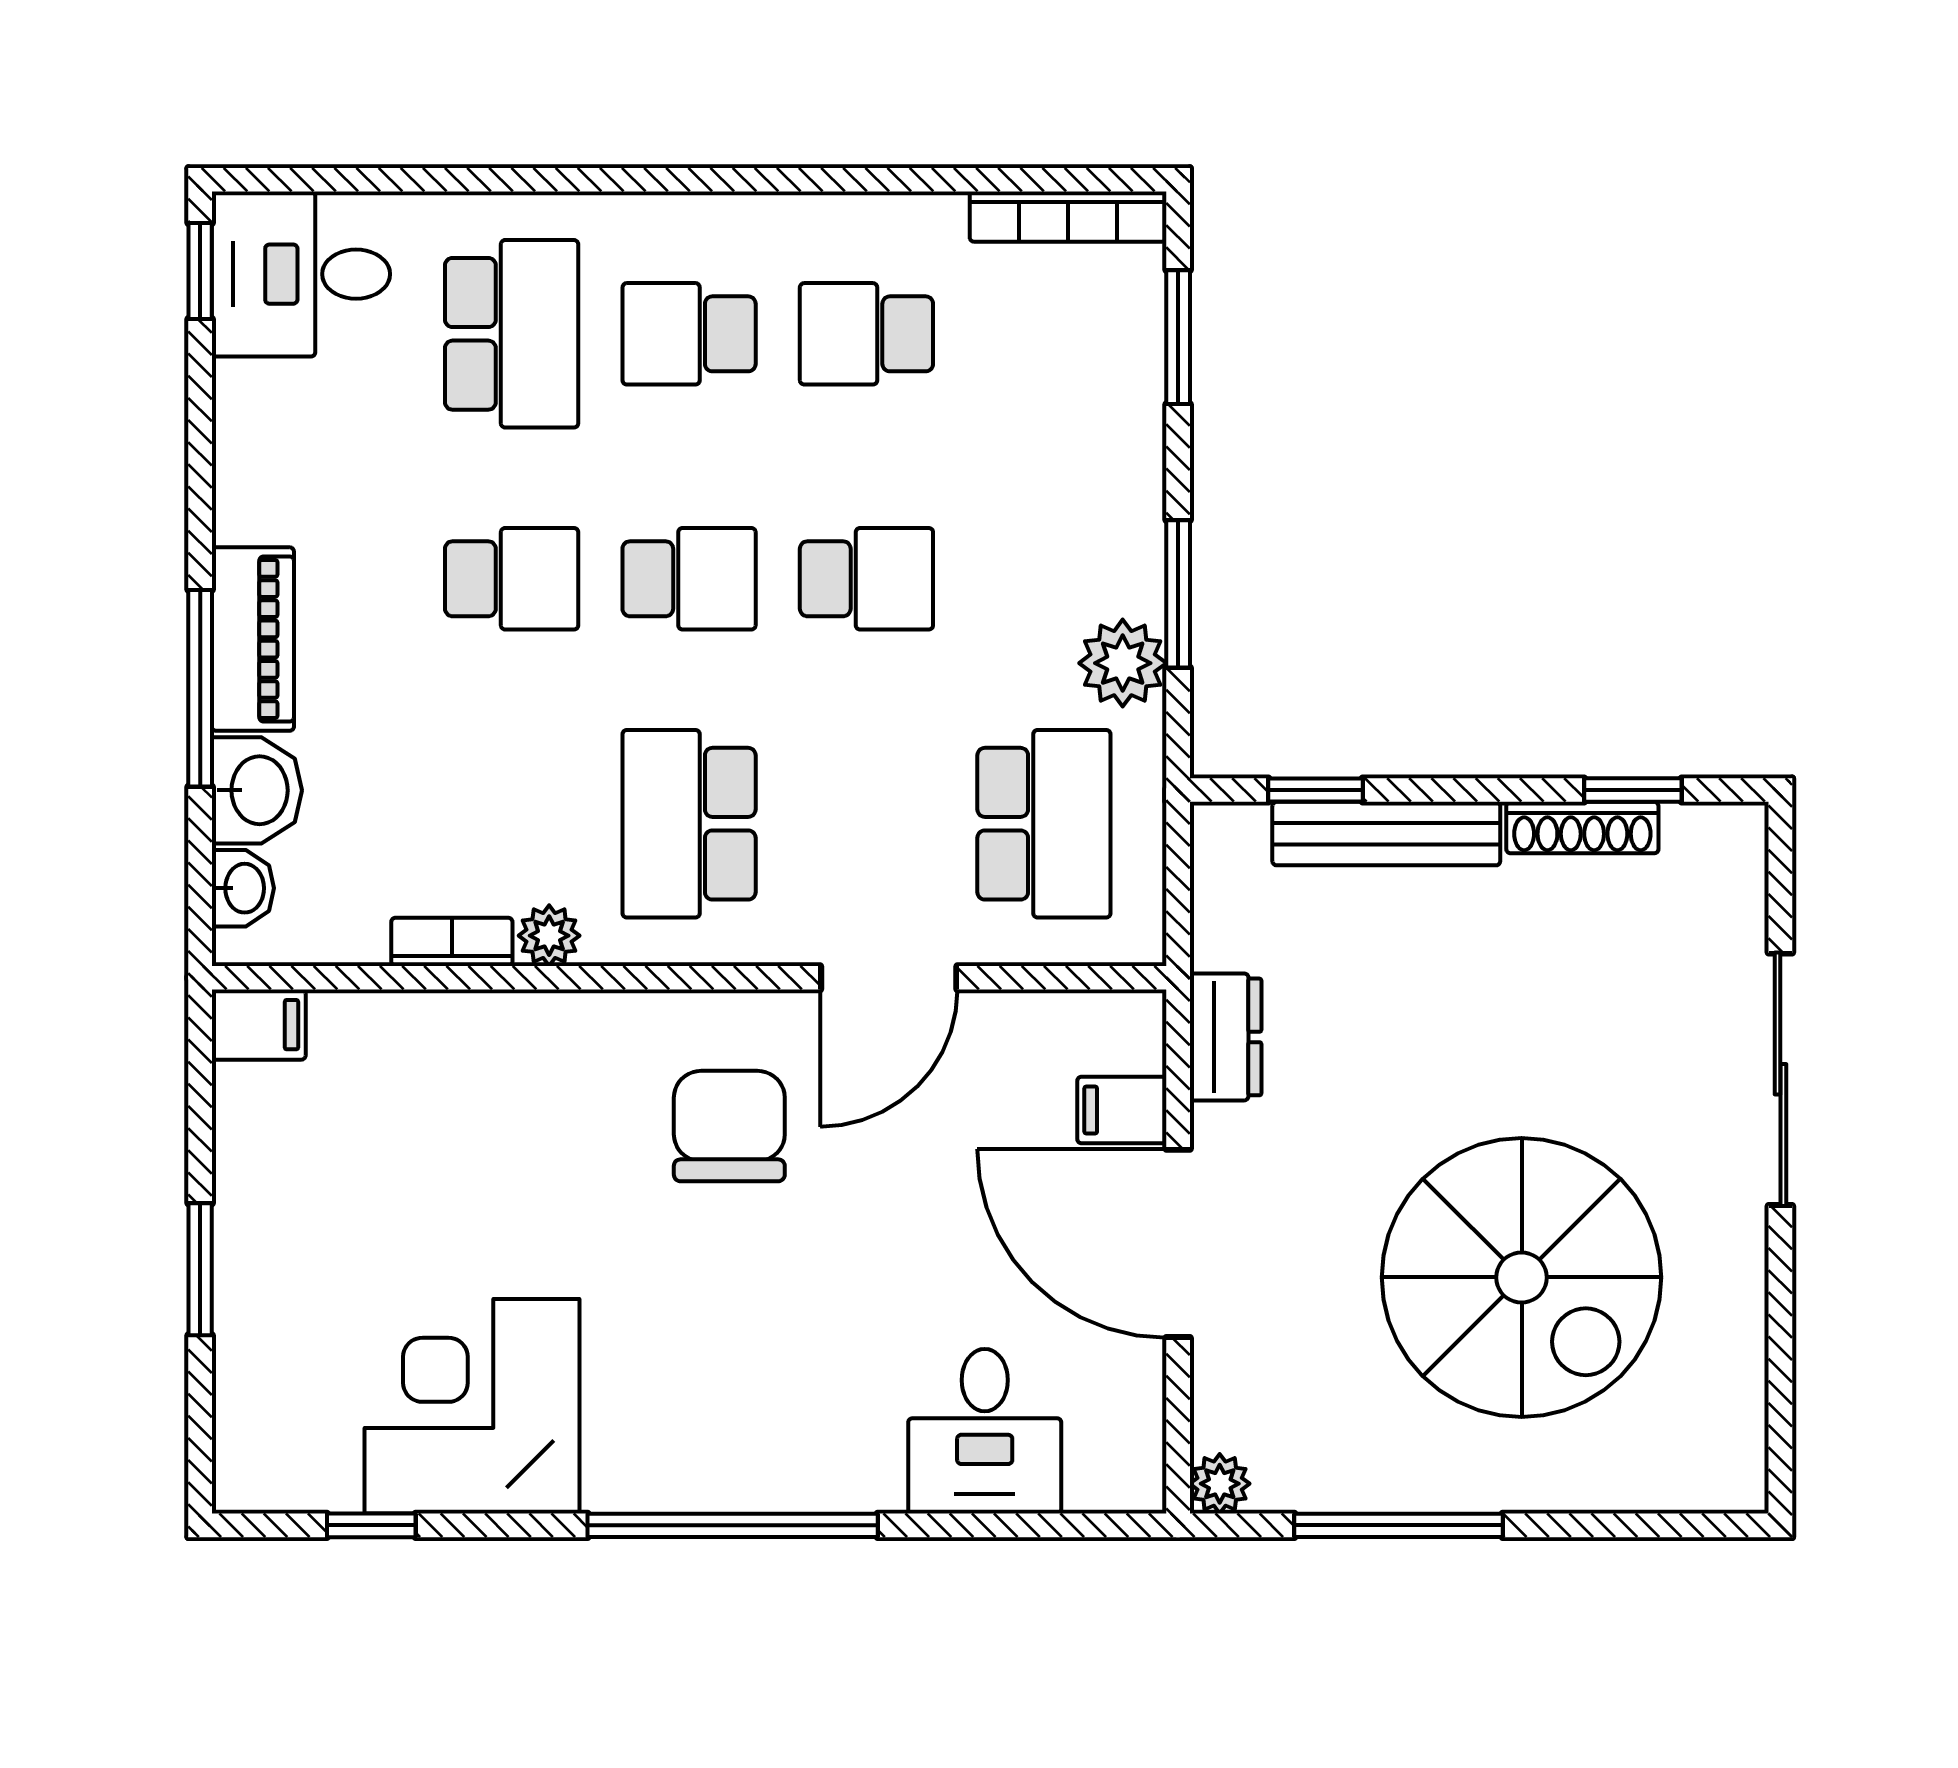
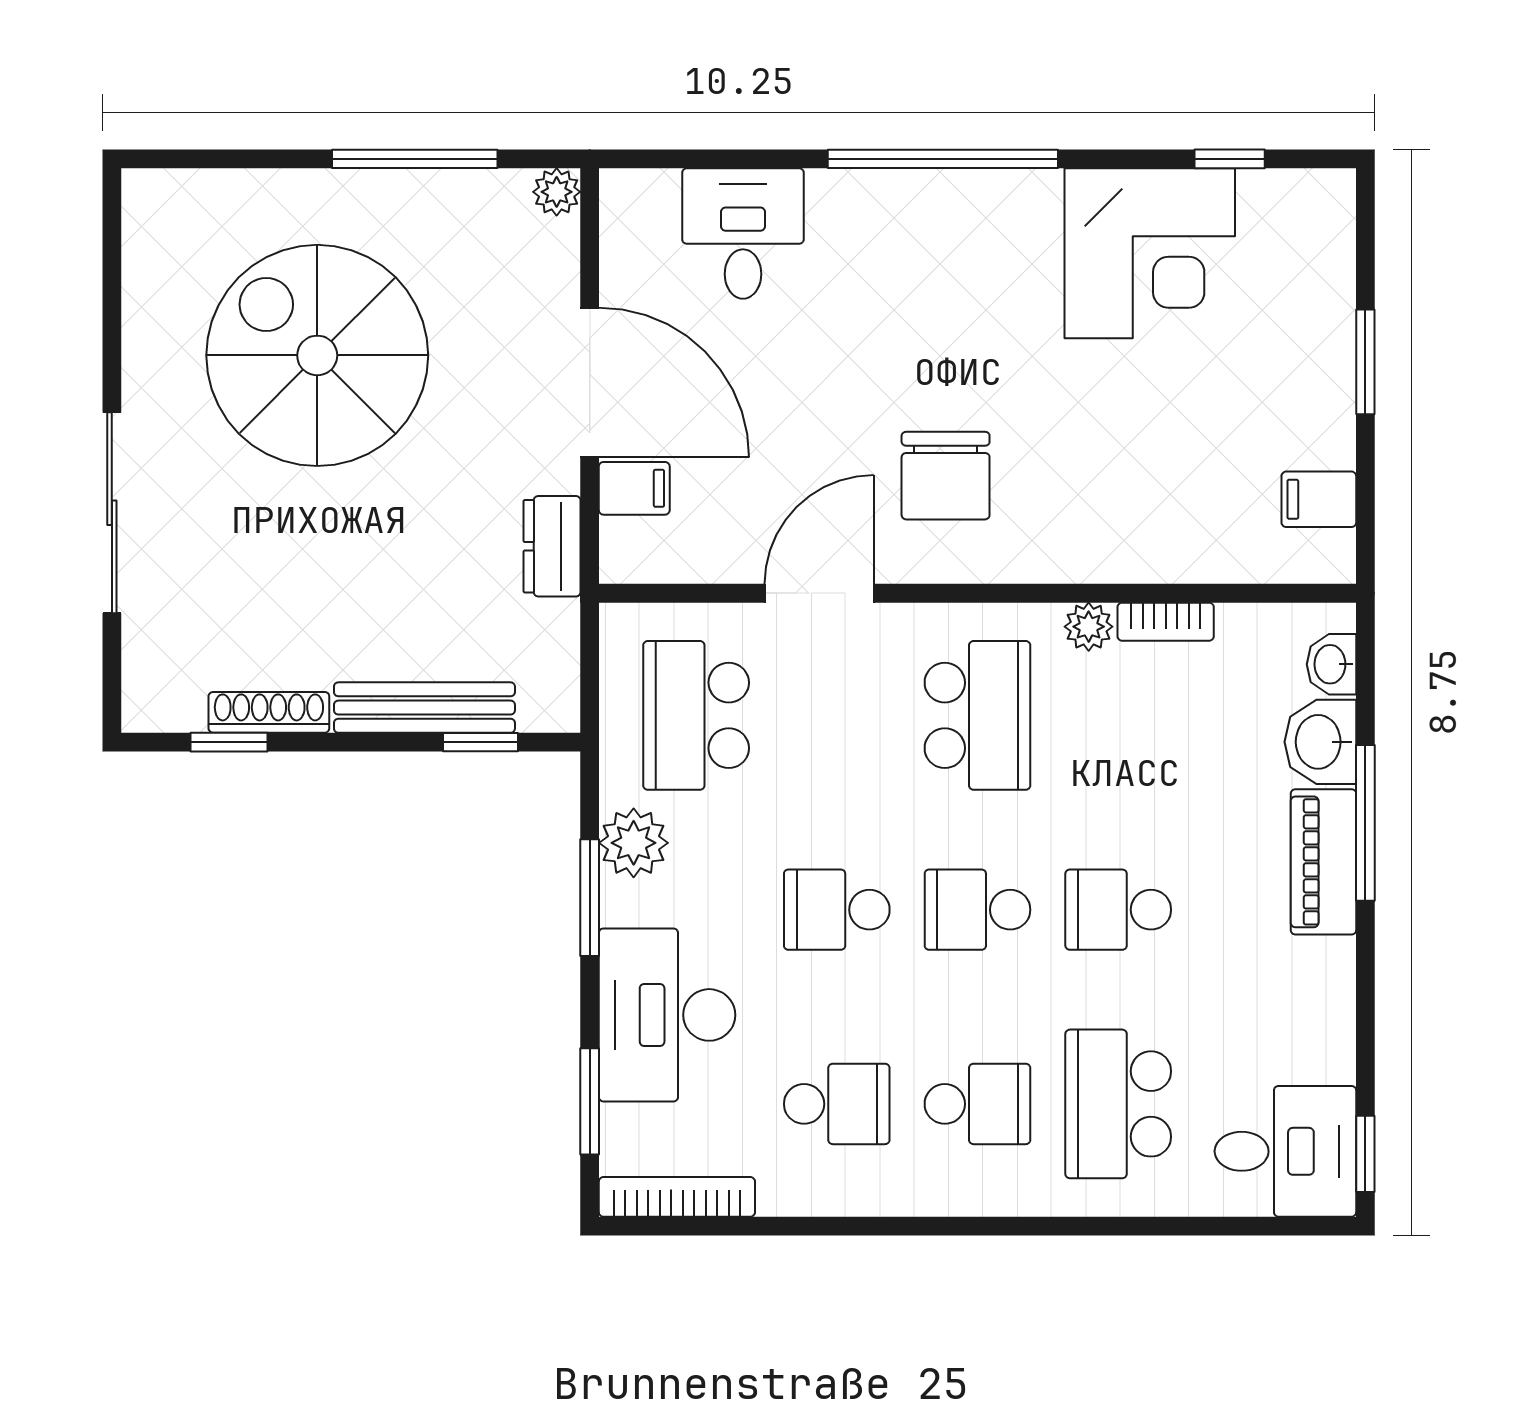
desk: (1080, 446) -> (667, 1015), added
filing cabinet: (259, 1025) -> (1319, 499), moved

